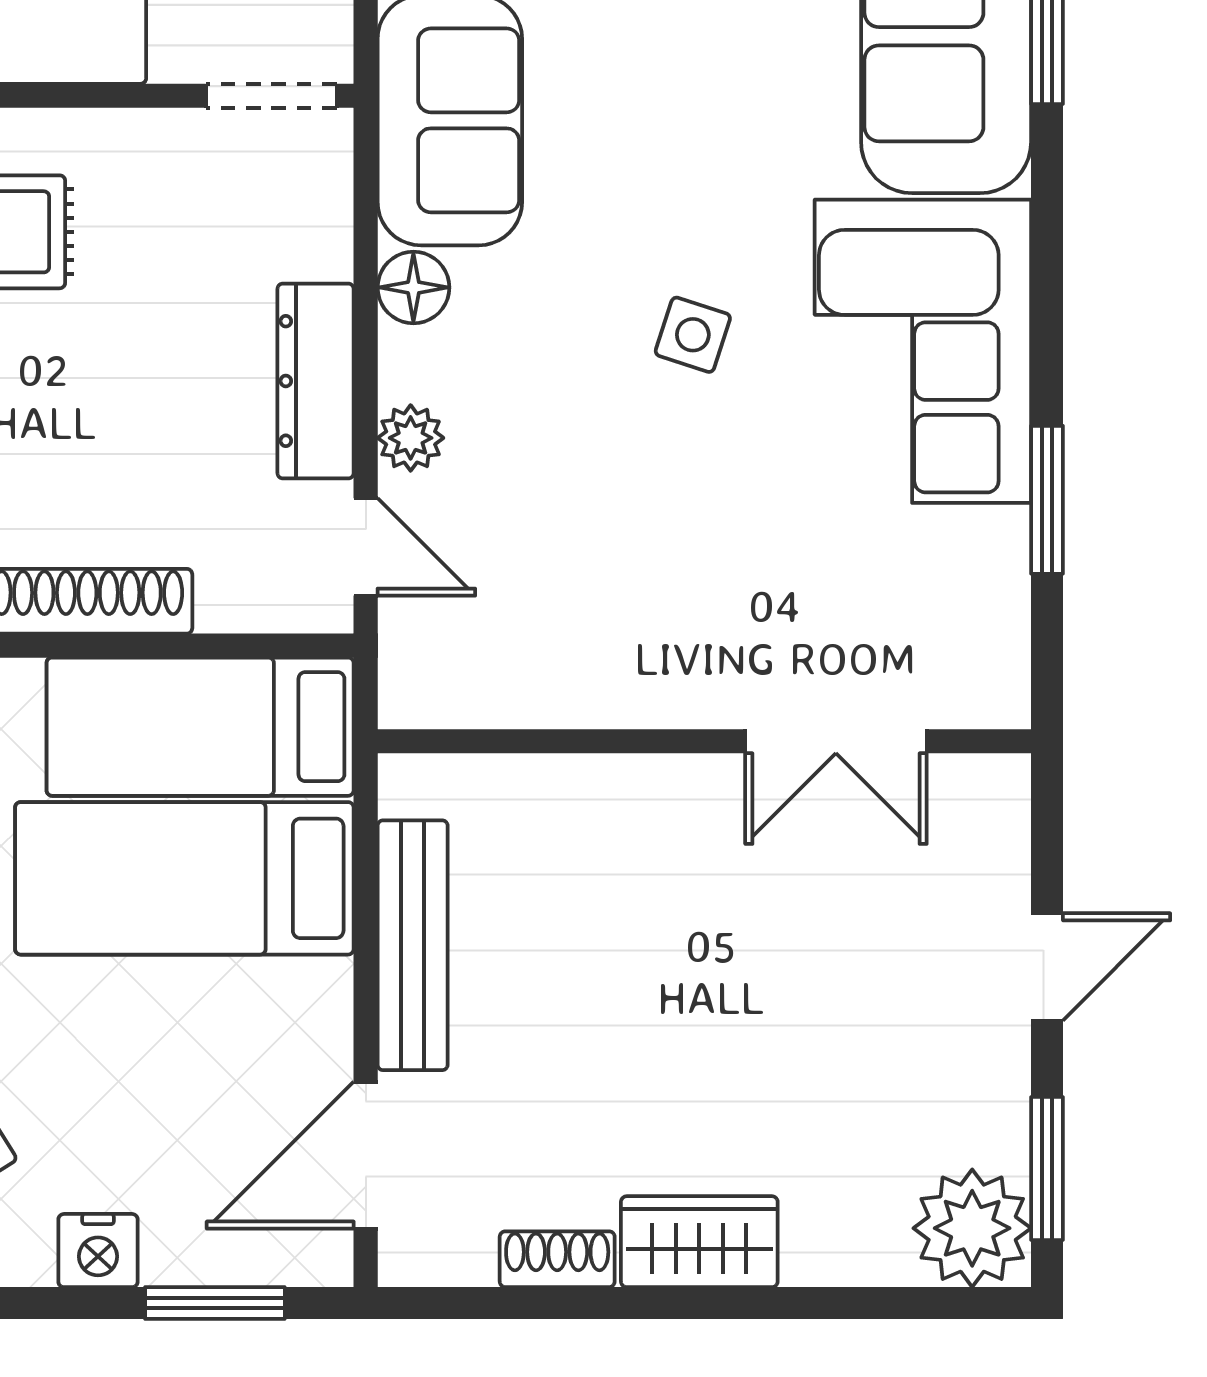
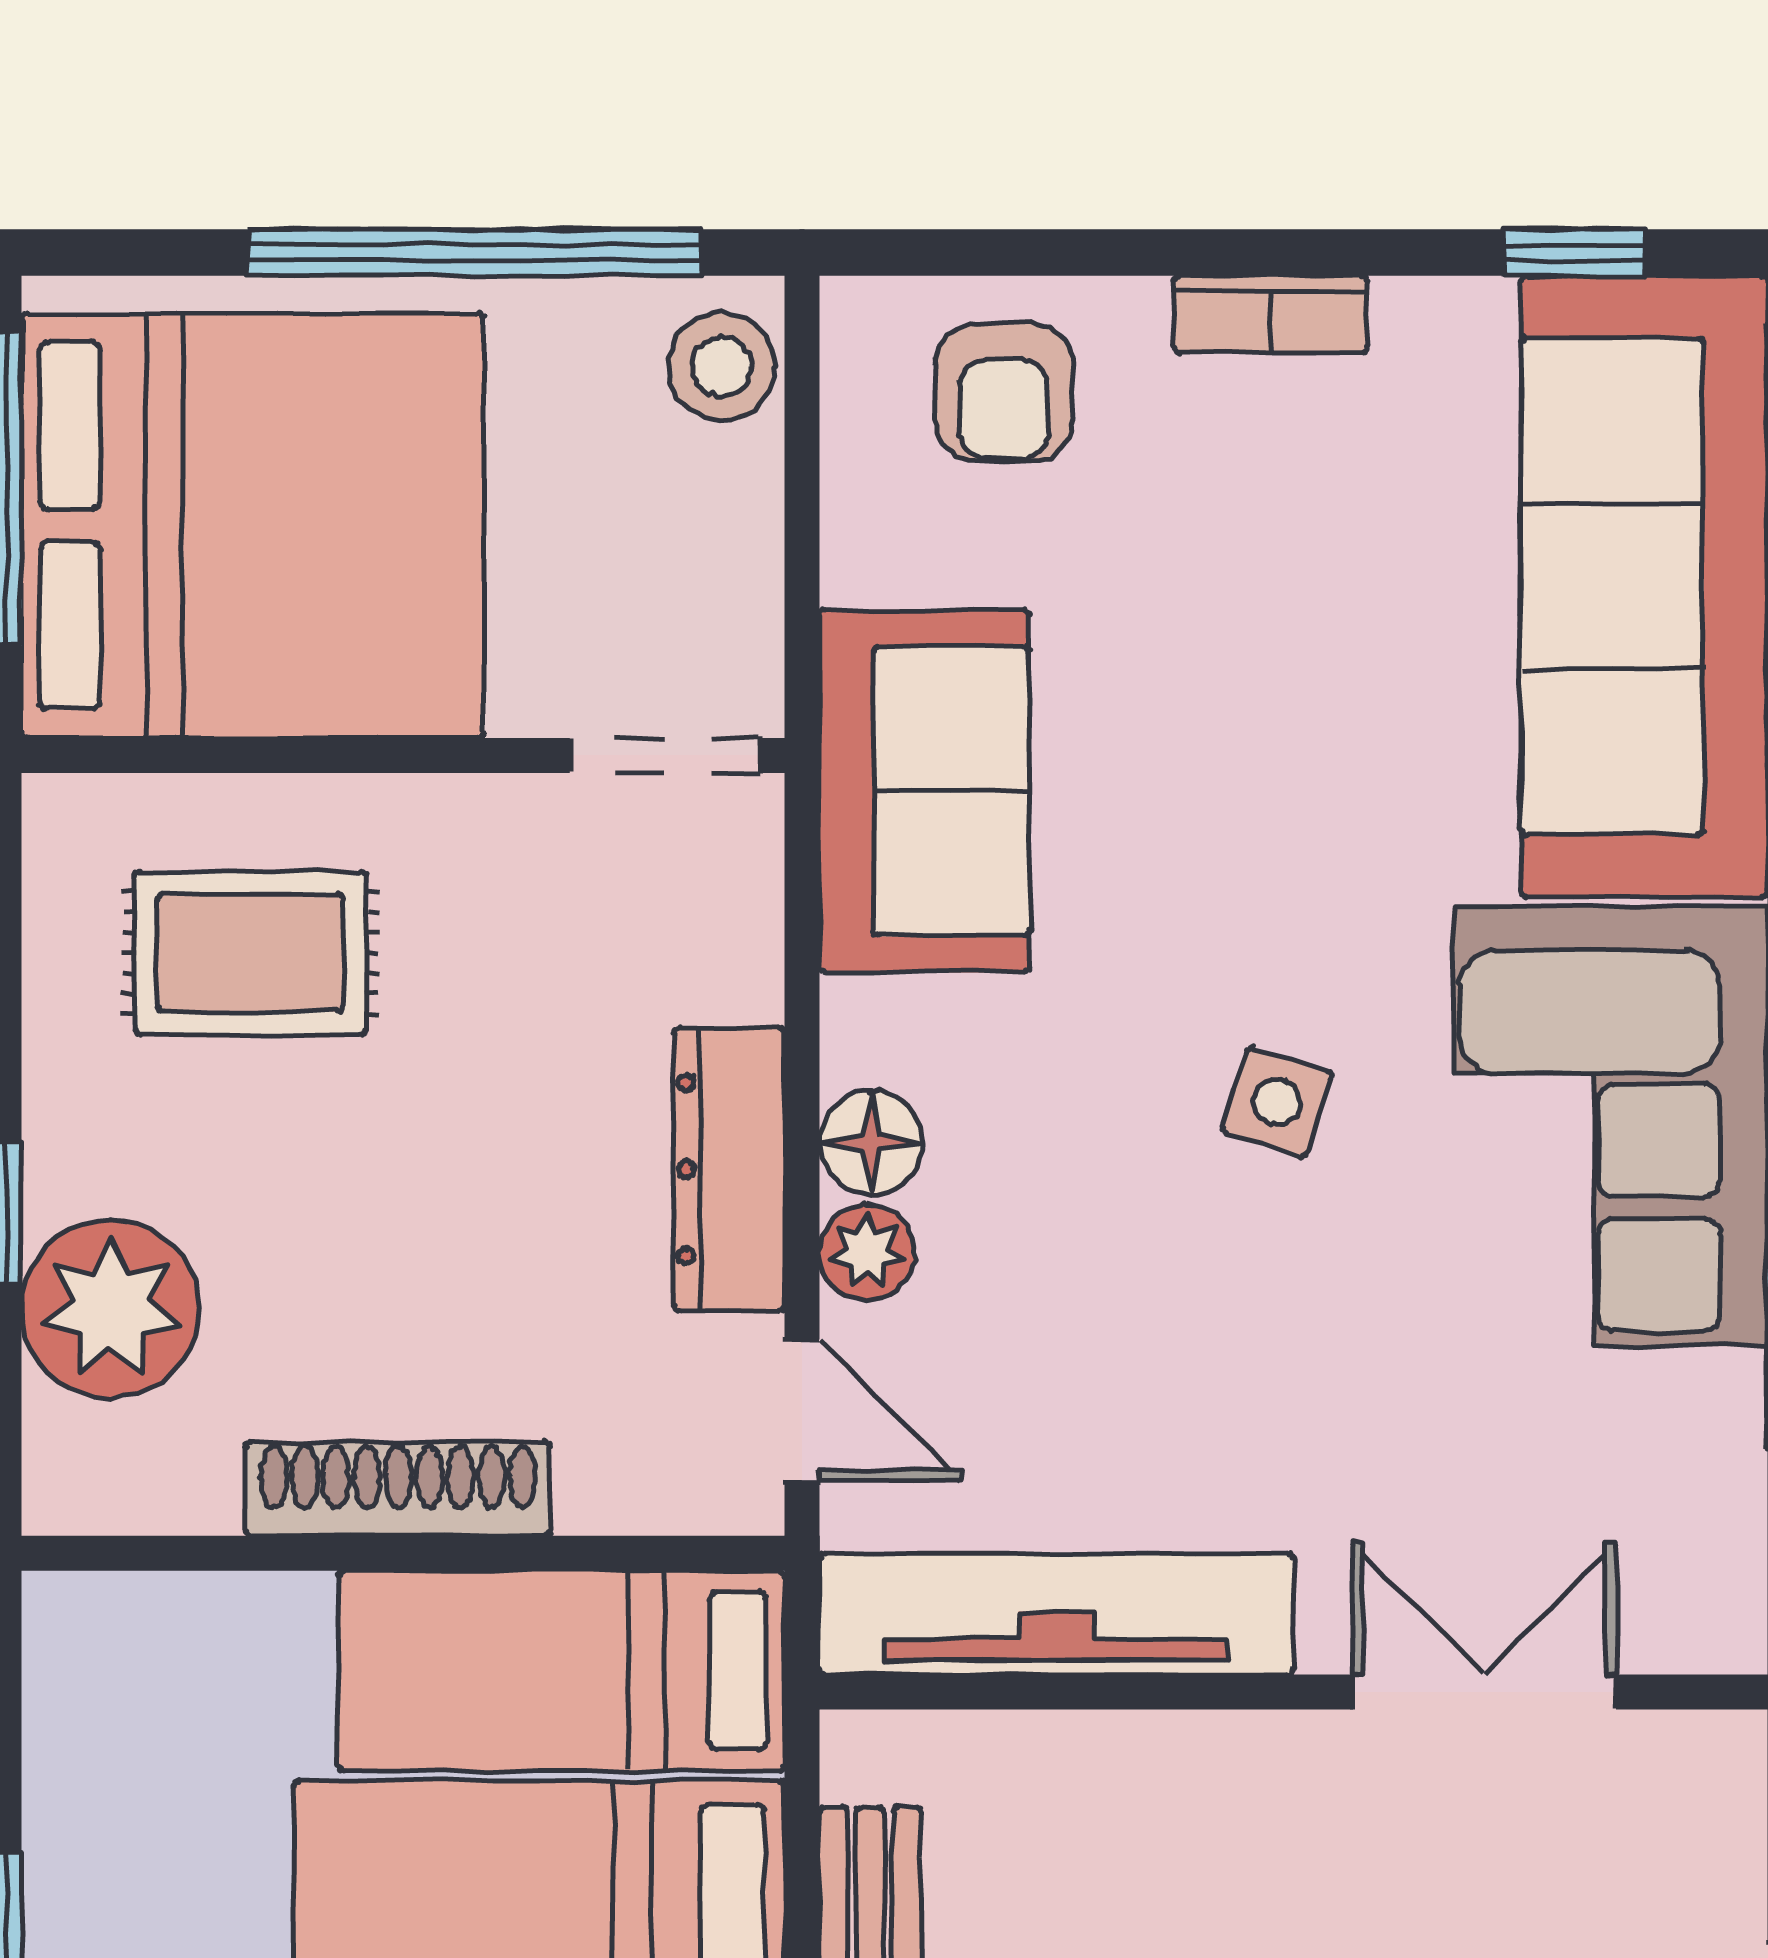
floor lamp: (413, 287) -> (871, 1143), moved
tv unit: (541, 687) -> (1056, 1614), added
double door: (836, 741) -> (1484, 1692), swing flipped

